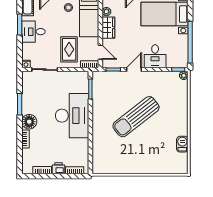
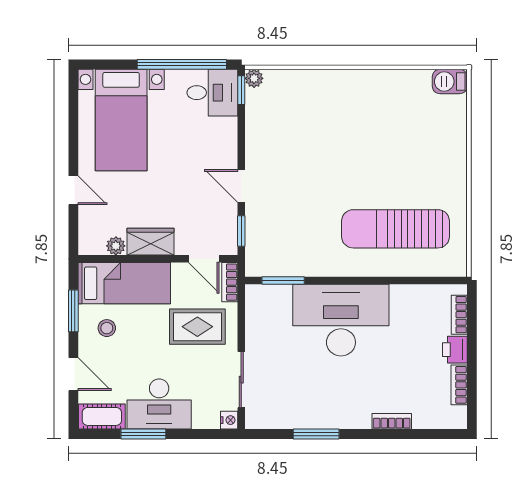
desk: (33, 32) -> (159, 404), width x1.37
door: (100, 52) -> (204, 259), swing flipped
desk: (155, 56) -> (212, 93), moved
sun lounger: (136, 117) -> (396, 229), moved, turned 128
floor lamp: (29, 122) -> (354, 413), removed
barbecue: (182, 144) -> (450, 81), moved

